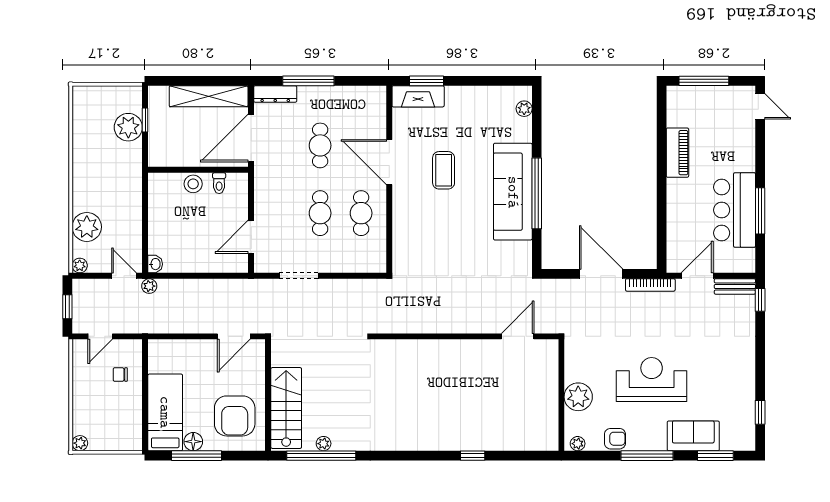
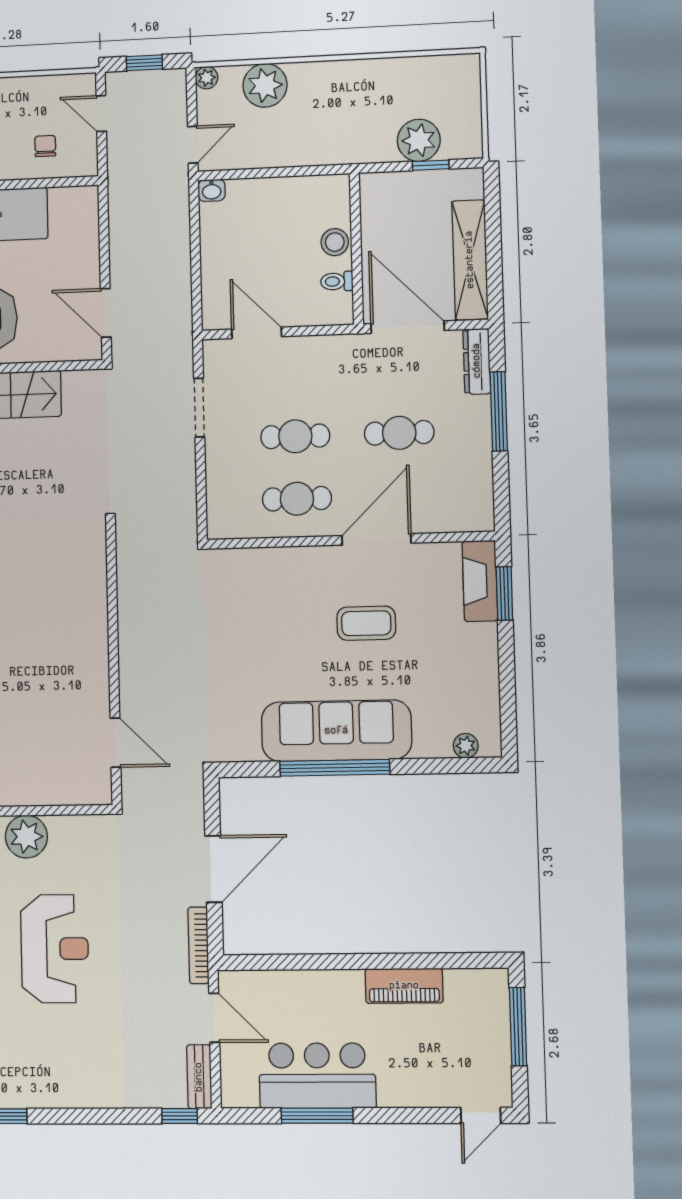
plant: (149, 286) -> (178, 183), removed

